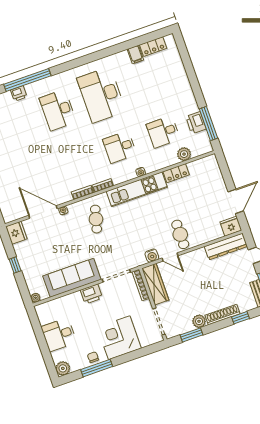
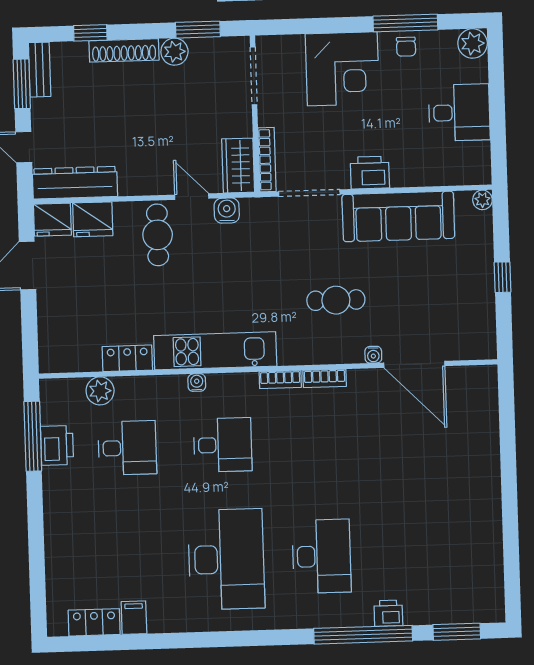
cafe table: (96, 219) -> (336, 300), moved, turned 75
fridge: (16, 233) -> (93, 219), moved, turned -90
wardrobe: (155, 284) -> (238, 166), width x0.67

